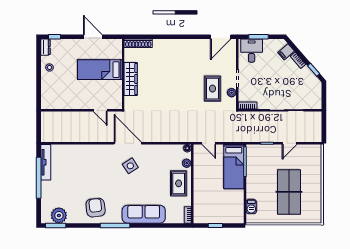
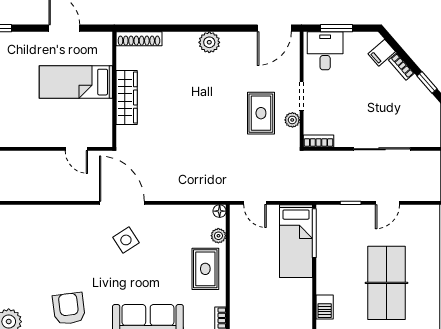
plant: (181, 45) -> (209, 42), added

